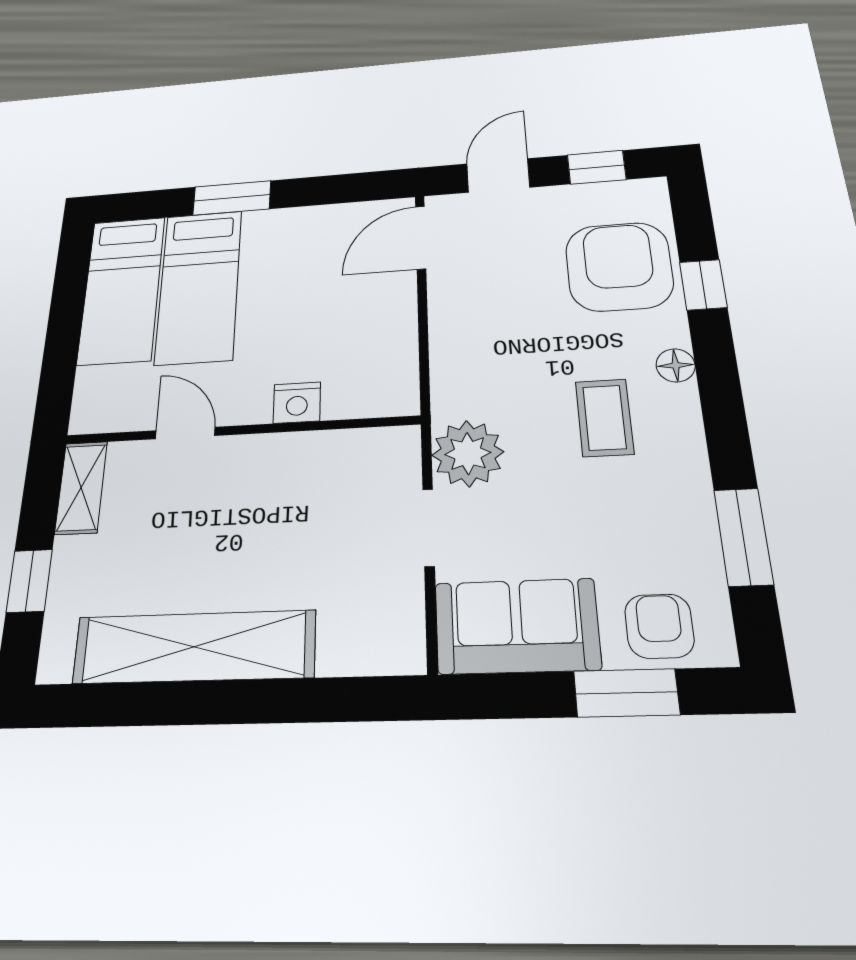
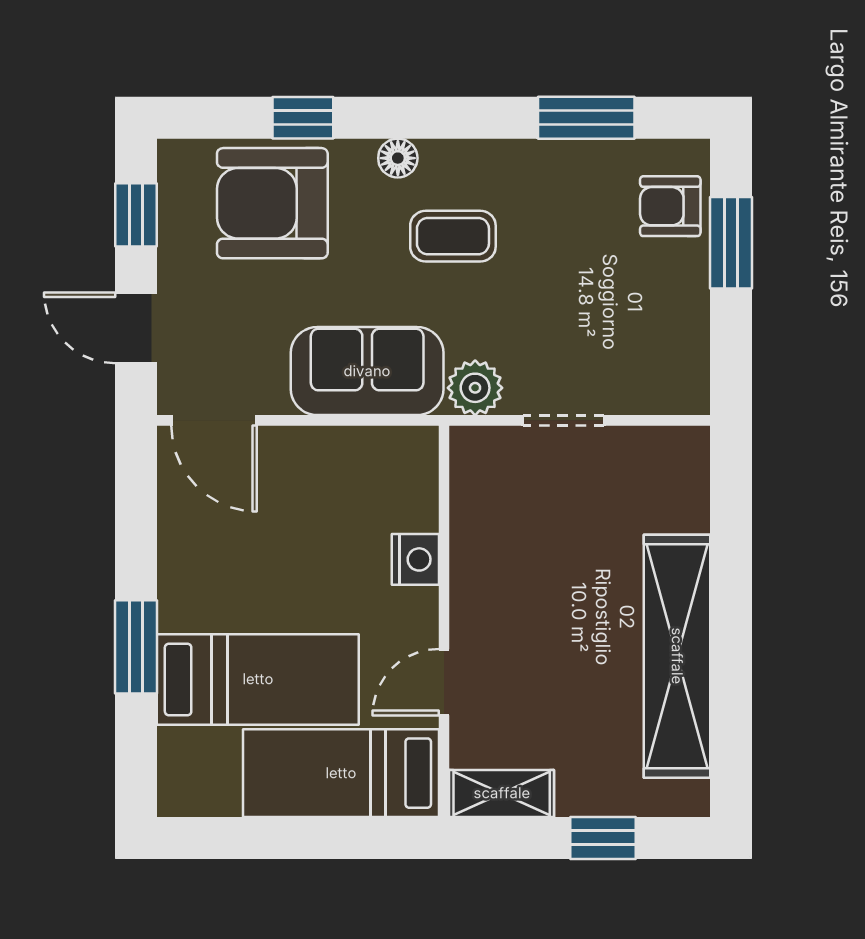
bed: (122, 290) -> (341, 773), moved, turned 180
plant: (468, 453) -> (475, 388), width x0.73, depth x0.73
sofa: (517, 626) -> (367, 371), moved, turned 90

